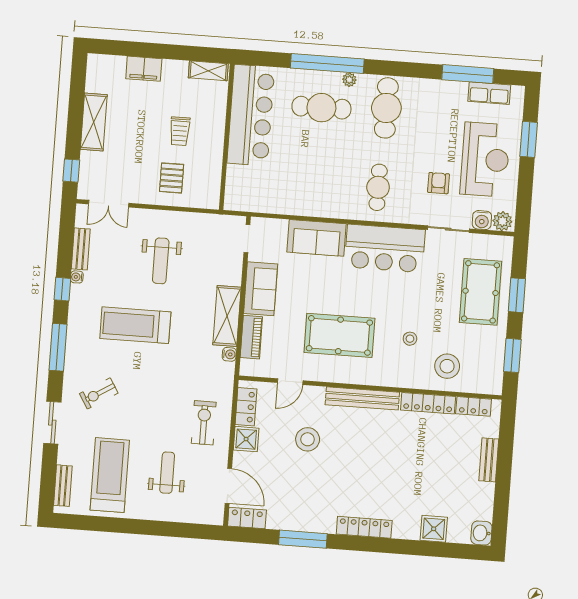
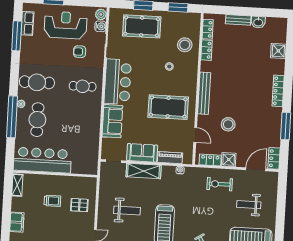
shelving: (227, 316) -> (144, 171), moved
pool table: (339, 335) -> (168, 107), turned 90
locker: (428, 403) -> (207, 50), width x0.66
washbasin: (481, 533) -> (258, 22), moved

